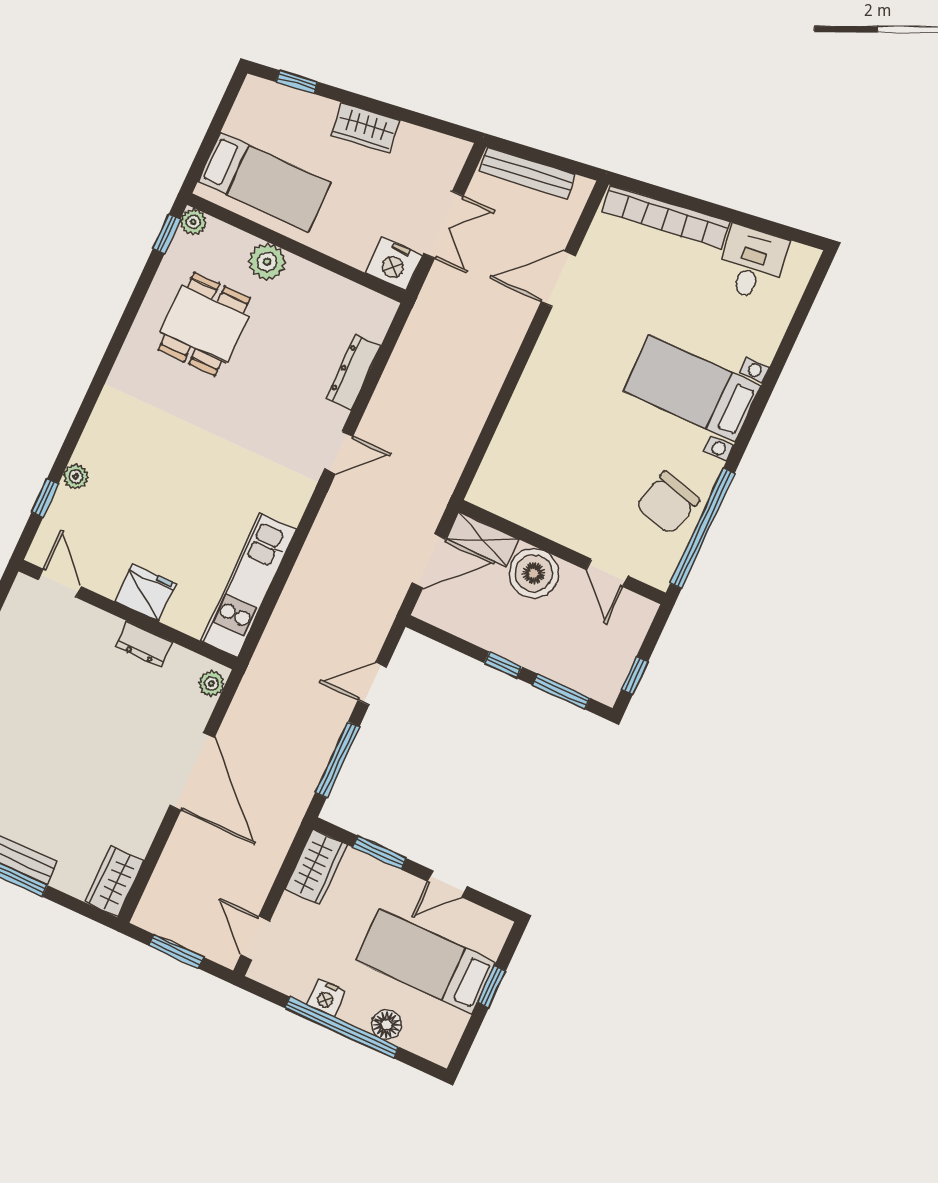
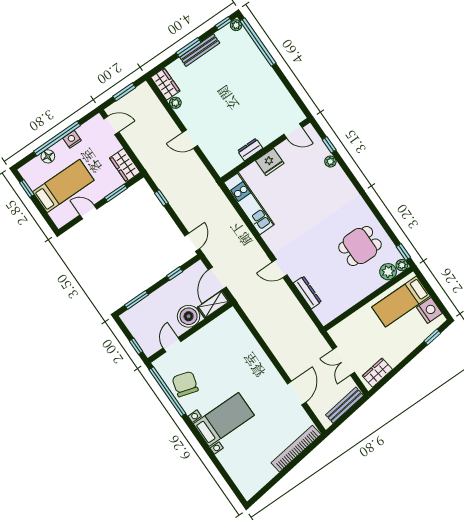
wardrobe: (365, 128) -> (377, 373), moved
plant: (267, 262) -> (388, 272), moved
desk: (752, 263) -> (259, 471), removed
nightstand: (394, 264) -> (429, 310), moved, turned 90
dining table: (204, 324) -> (360, 246), turned 90
door: (339, 453) -> (280, 268), hinge flipped
door: (607, 573) -> (172, 345), hinge flipped
window: (503, 665) -> (175, 274), moved
window: (635, 675) -> (136, 346), moved
plant: (211, 683) -> (175, 103), moved
door: (372, 684) -> (192, 242), moved
window: (337, 760) -> (161, 198), width x0.46
door: (192, 772) -> (190, 139), width x0.53
door: (447, 884) -> (88, 212), hinge flipped
window: (492, 987) -> (27, 189), moved

